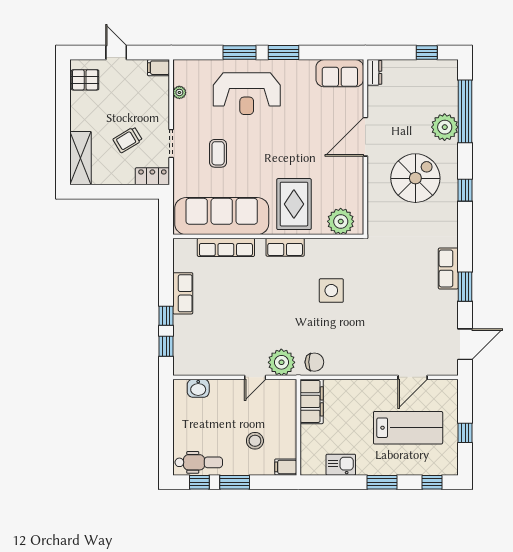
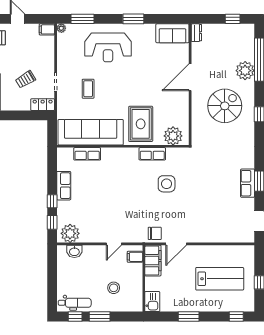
window: (240, 53) -> (82, 19), moved
plant: (179, 92) -> (61, 28), moved
row of seats: (226, 247) -> (87, 154), width x0.68
row of seats: (285, 247) -> (152, 154), moved
row of seats: (448, 268) -> (248, 183), moved
plant: (281, 362) -> (70, 233), moved
door: (413, 377) -> (176, 244), moved
kitchen sink: (341, 465) -> (152, 302), moved, turned 90
filing cabinet: (286, 467) -> (135, 257), moved
window: (382, 482) -> (189, 316), moved

